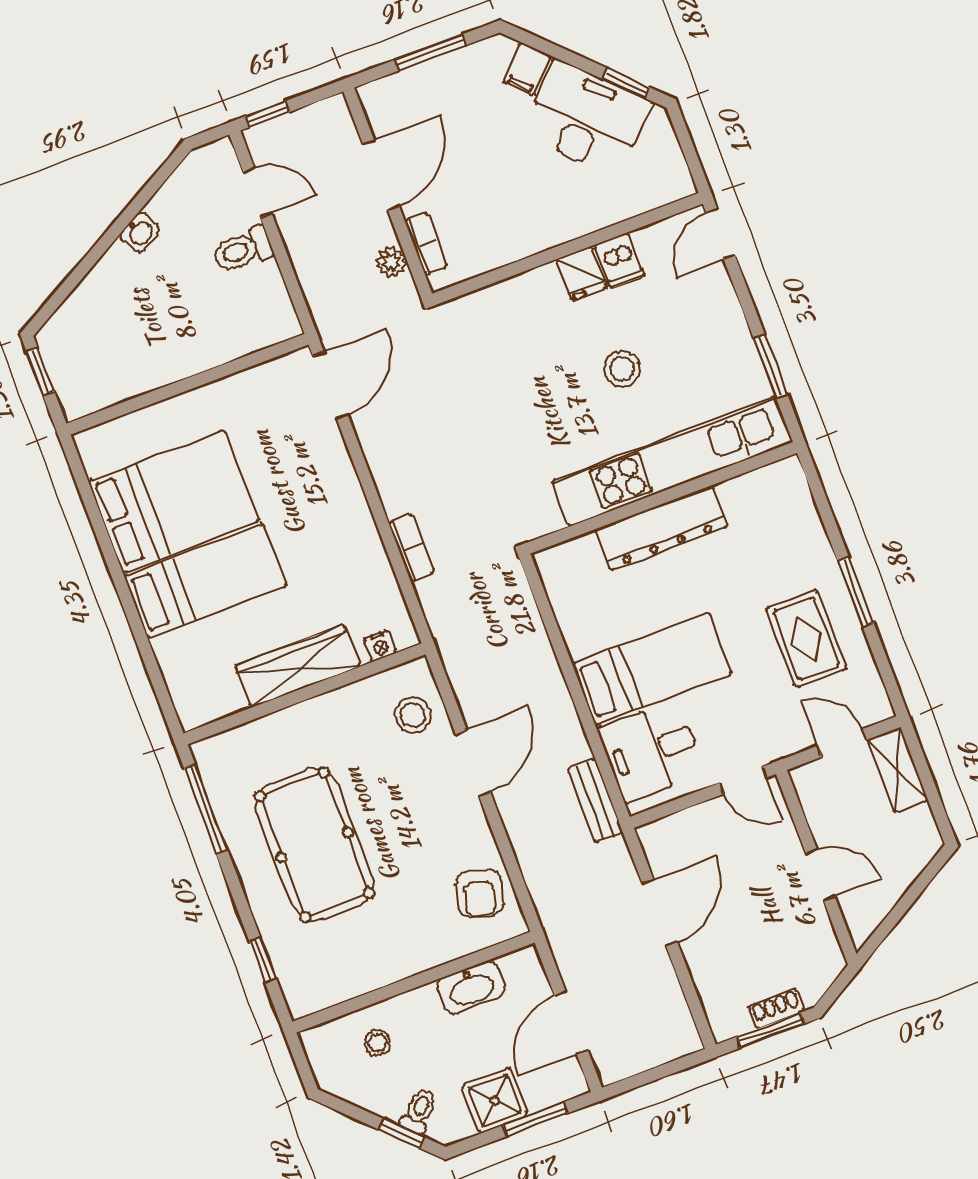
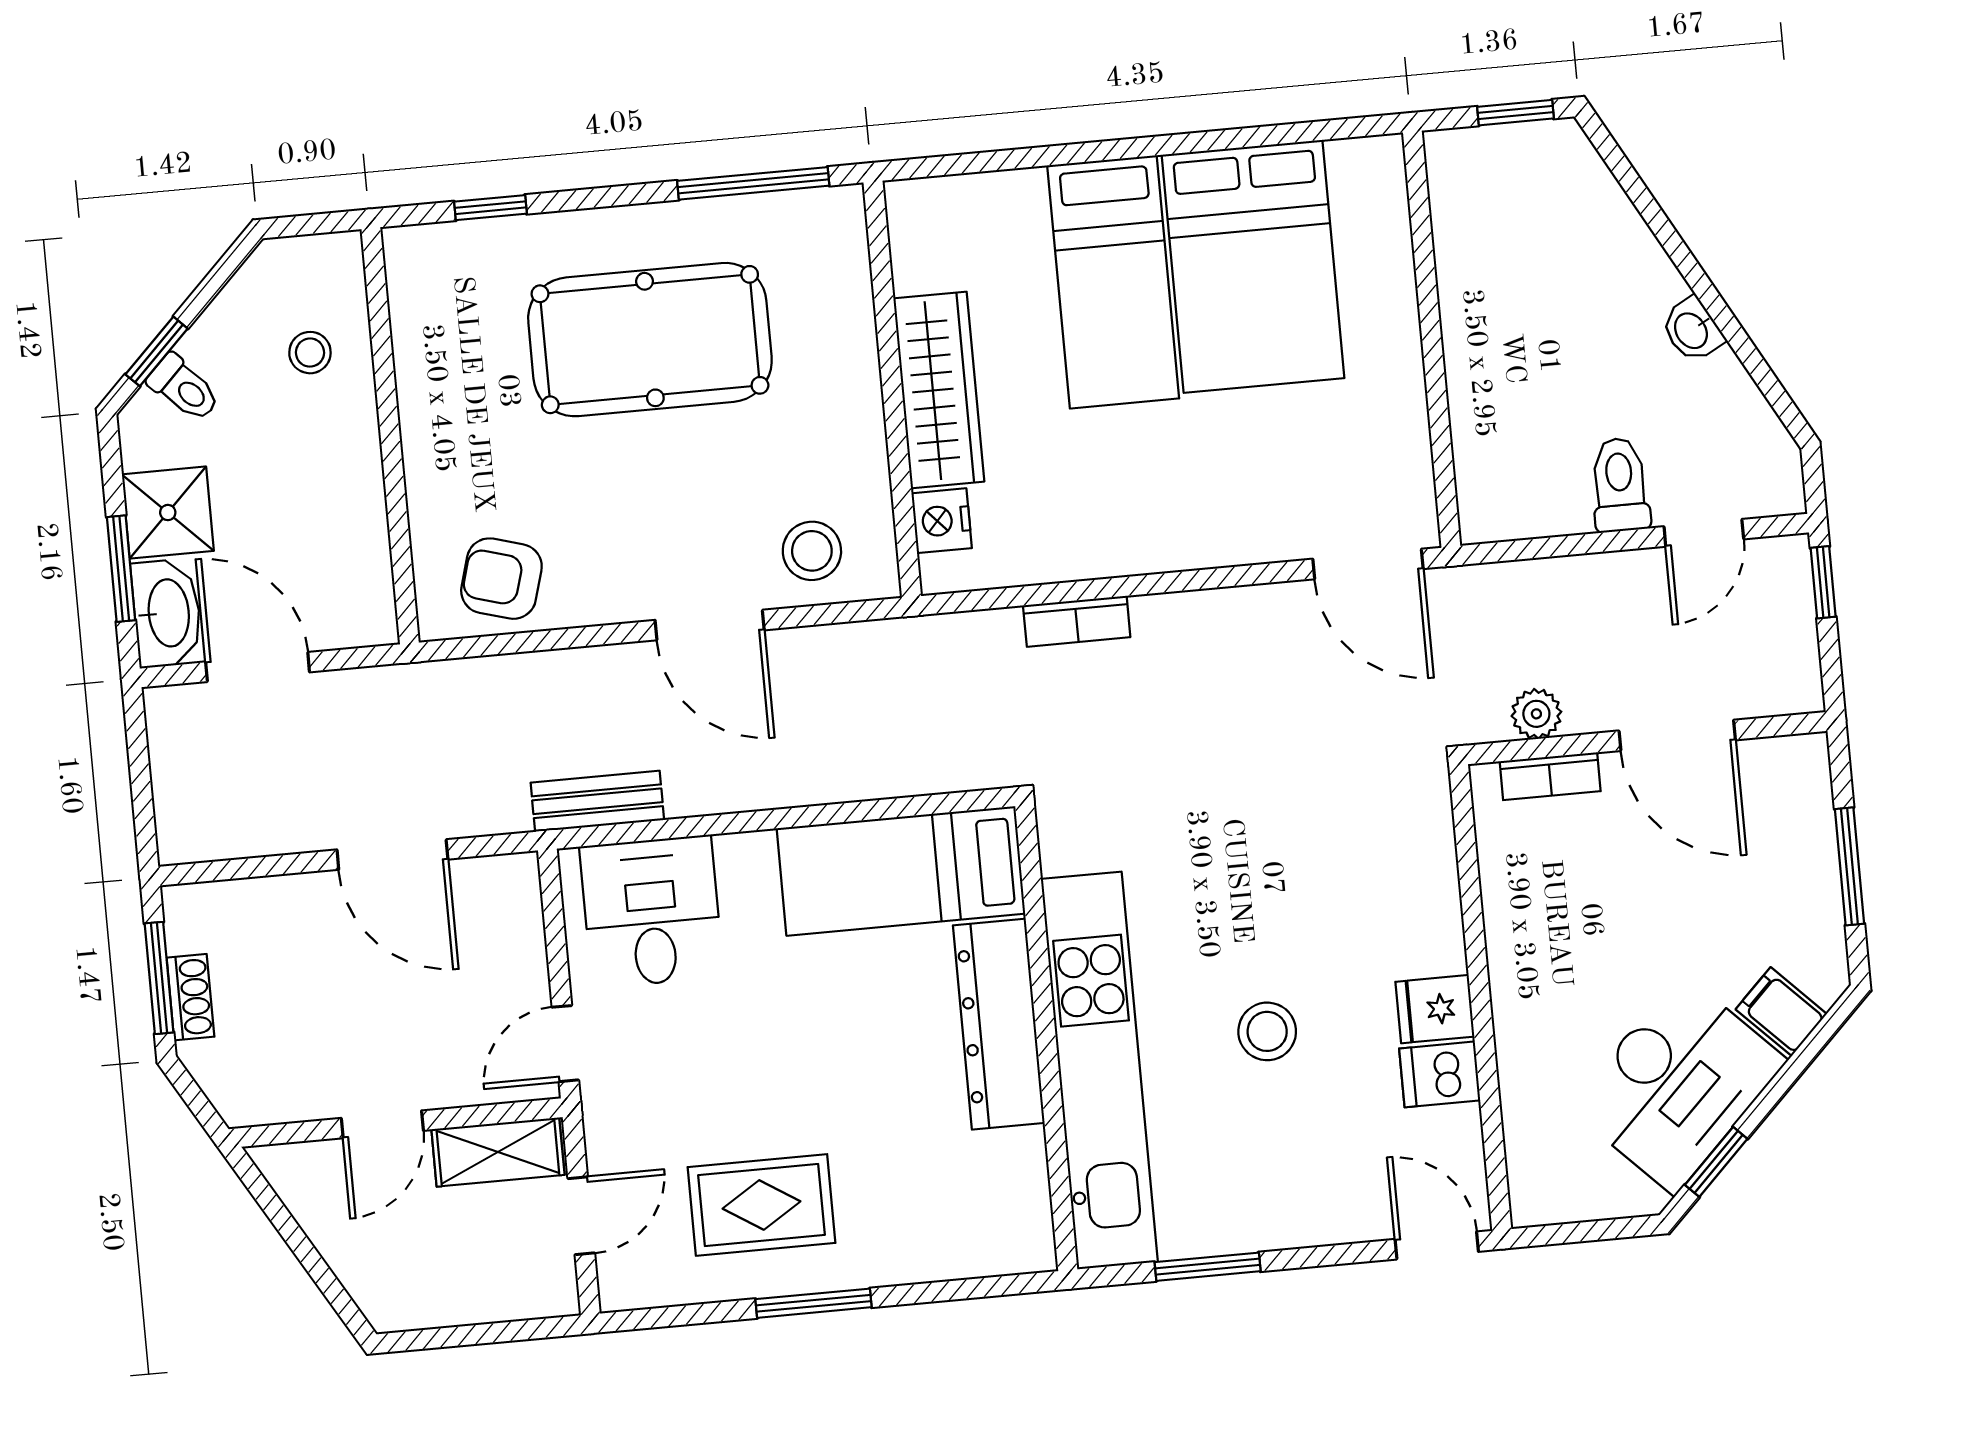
nightstand: (380, 646) -> (942, 521), width x1.39, depth x1.35
bed: (652, 669) -> (901, 871), moved, turned 90
shelving: (898, 770) -> (498, 1152), moved
washbasin: (471, 988) -> (167, 613), moved, turned 180

